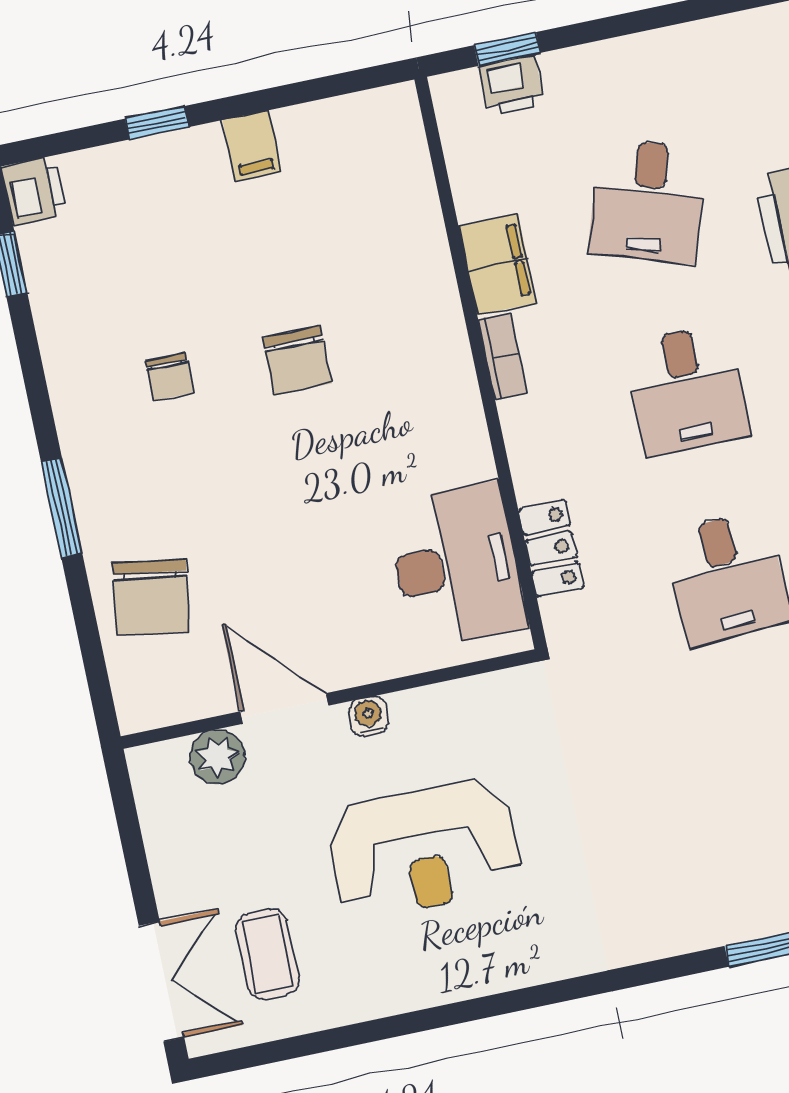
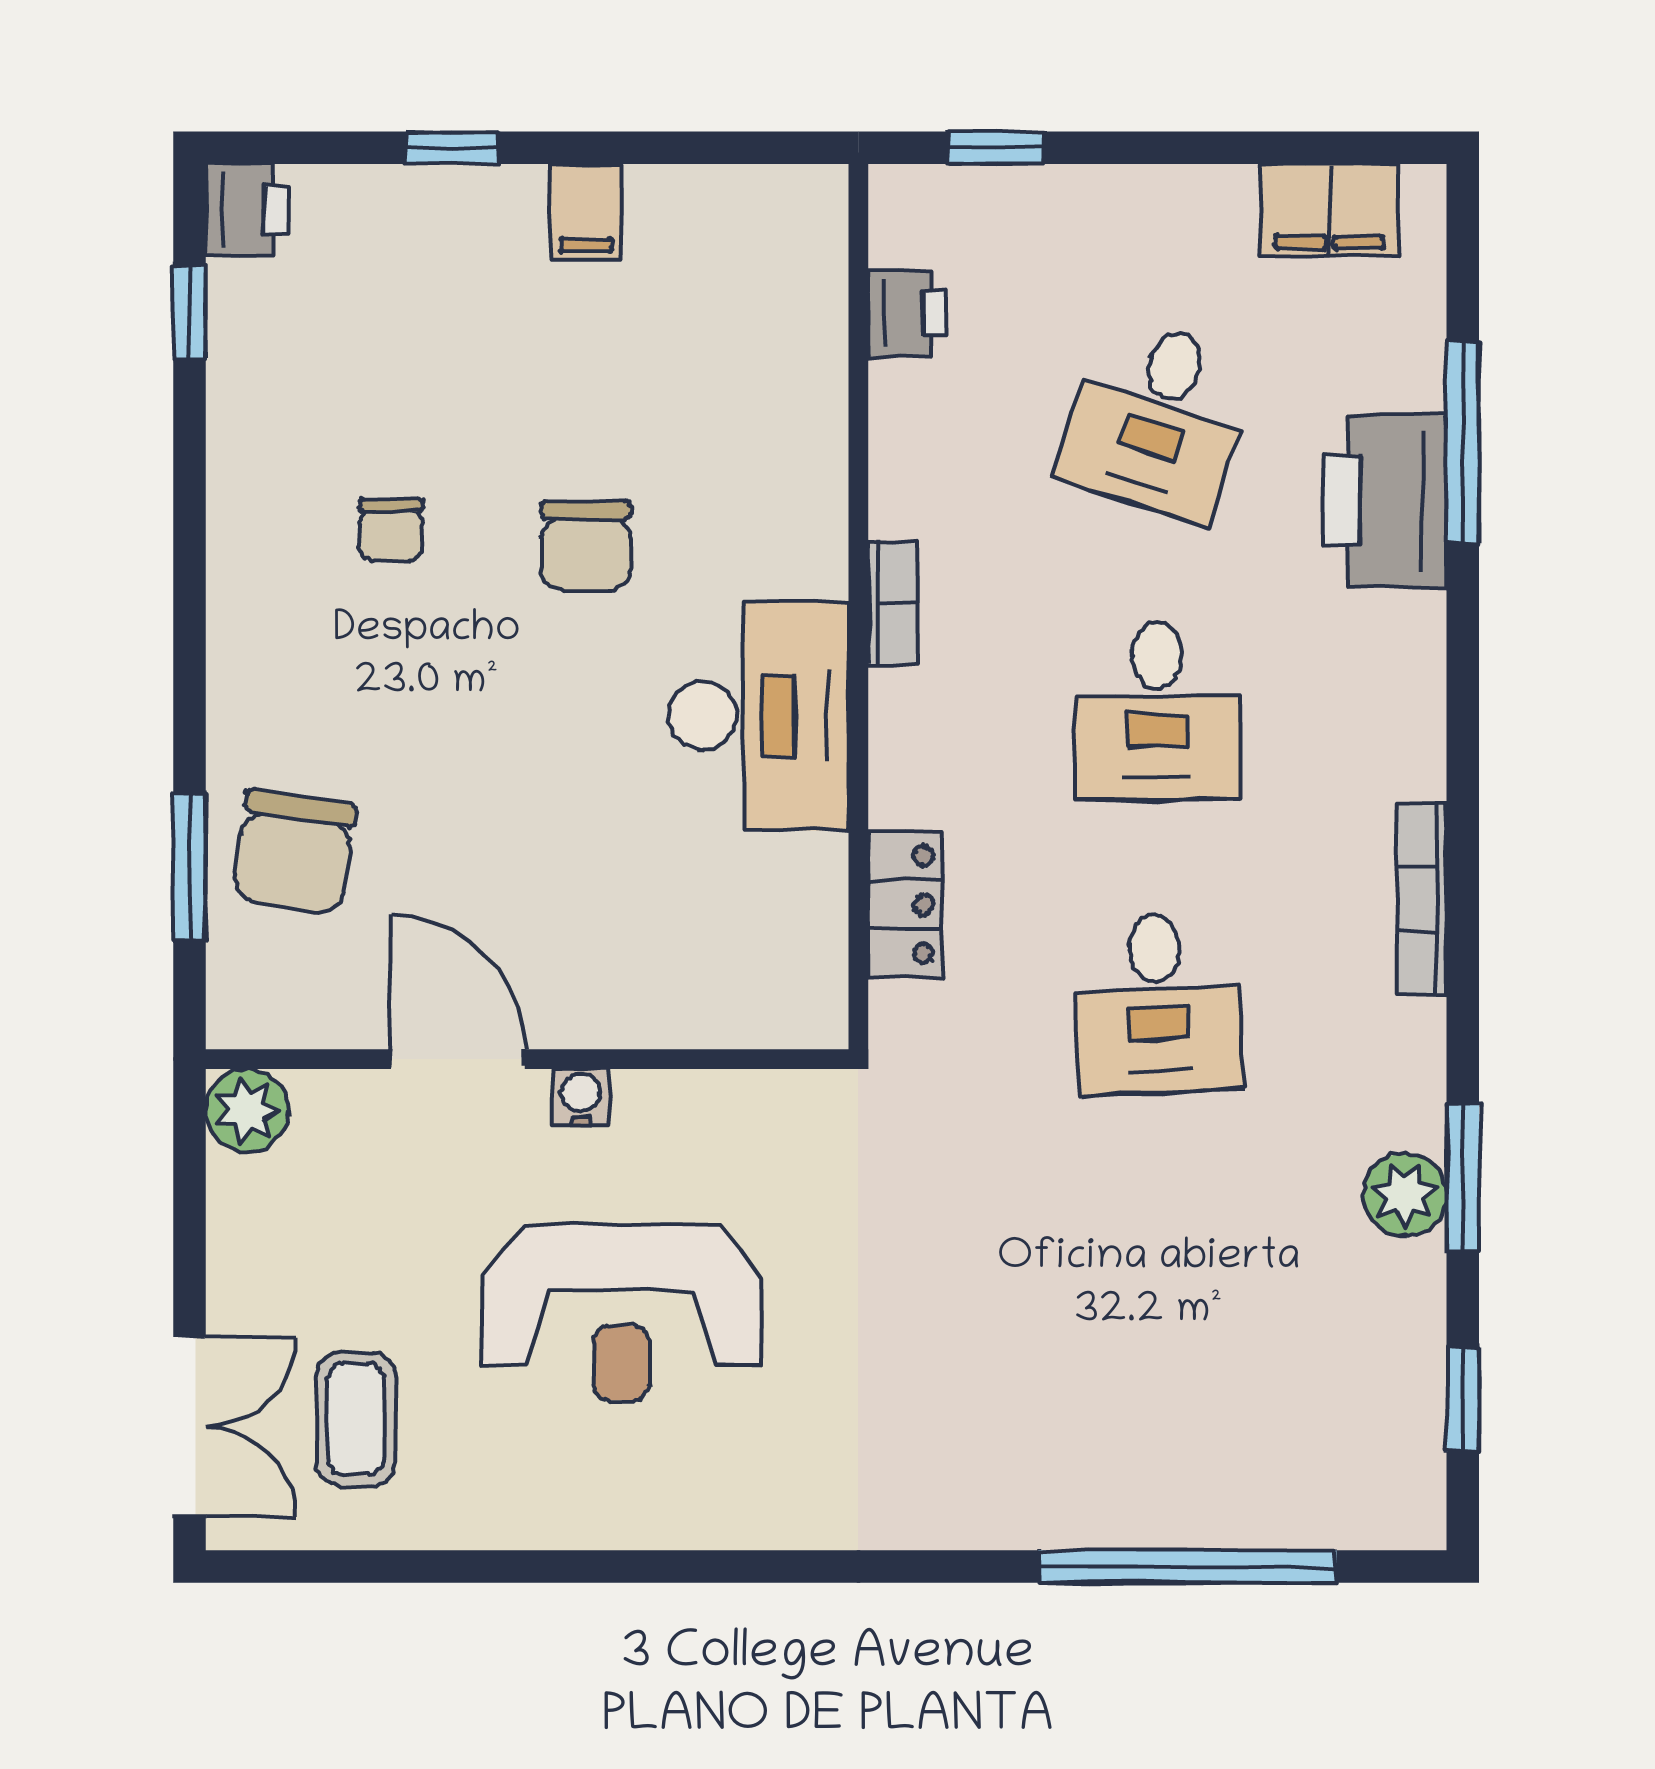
printer: (512, 85) -> (907, 313), moved, turned -90
filing cabinet: (497, 265) -> (1329, 210), moved, turned 90
window: (62, 508) -> (190, 867), moved
desk: (456, 566) -> (759, 716), moved
plant: (217, 757) -> (247, 1110), moved

